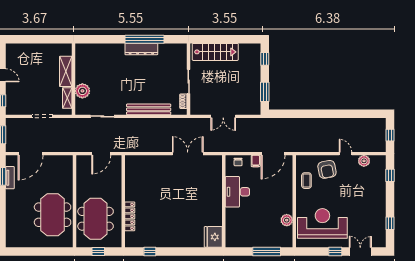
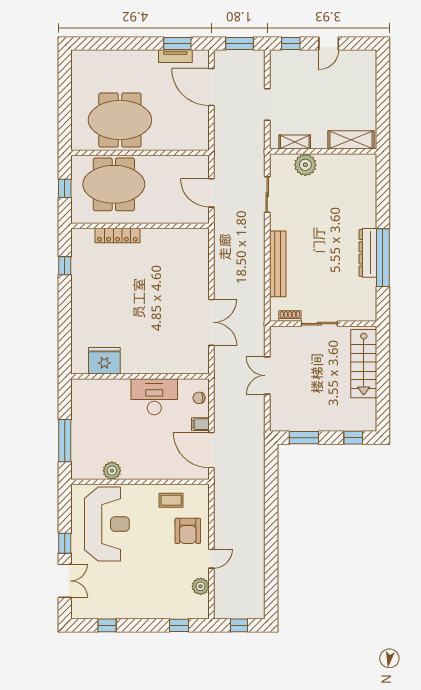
shelving: (66, 71) -> (351, 140), moved
armchair: (327, 169) -> (188, 531), turned -79
fridge: (213, 237) -> (104, 361), moved

